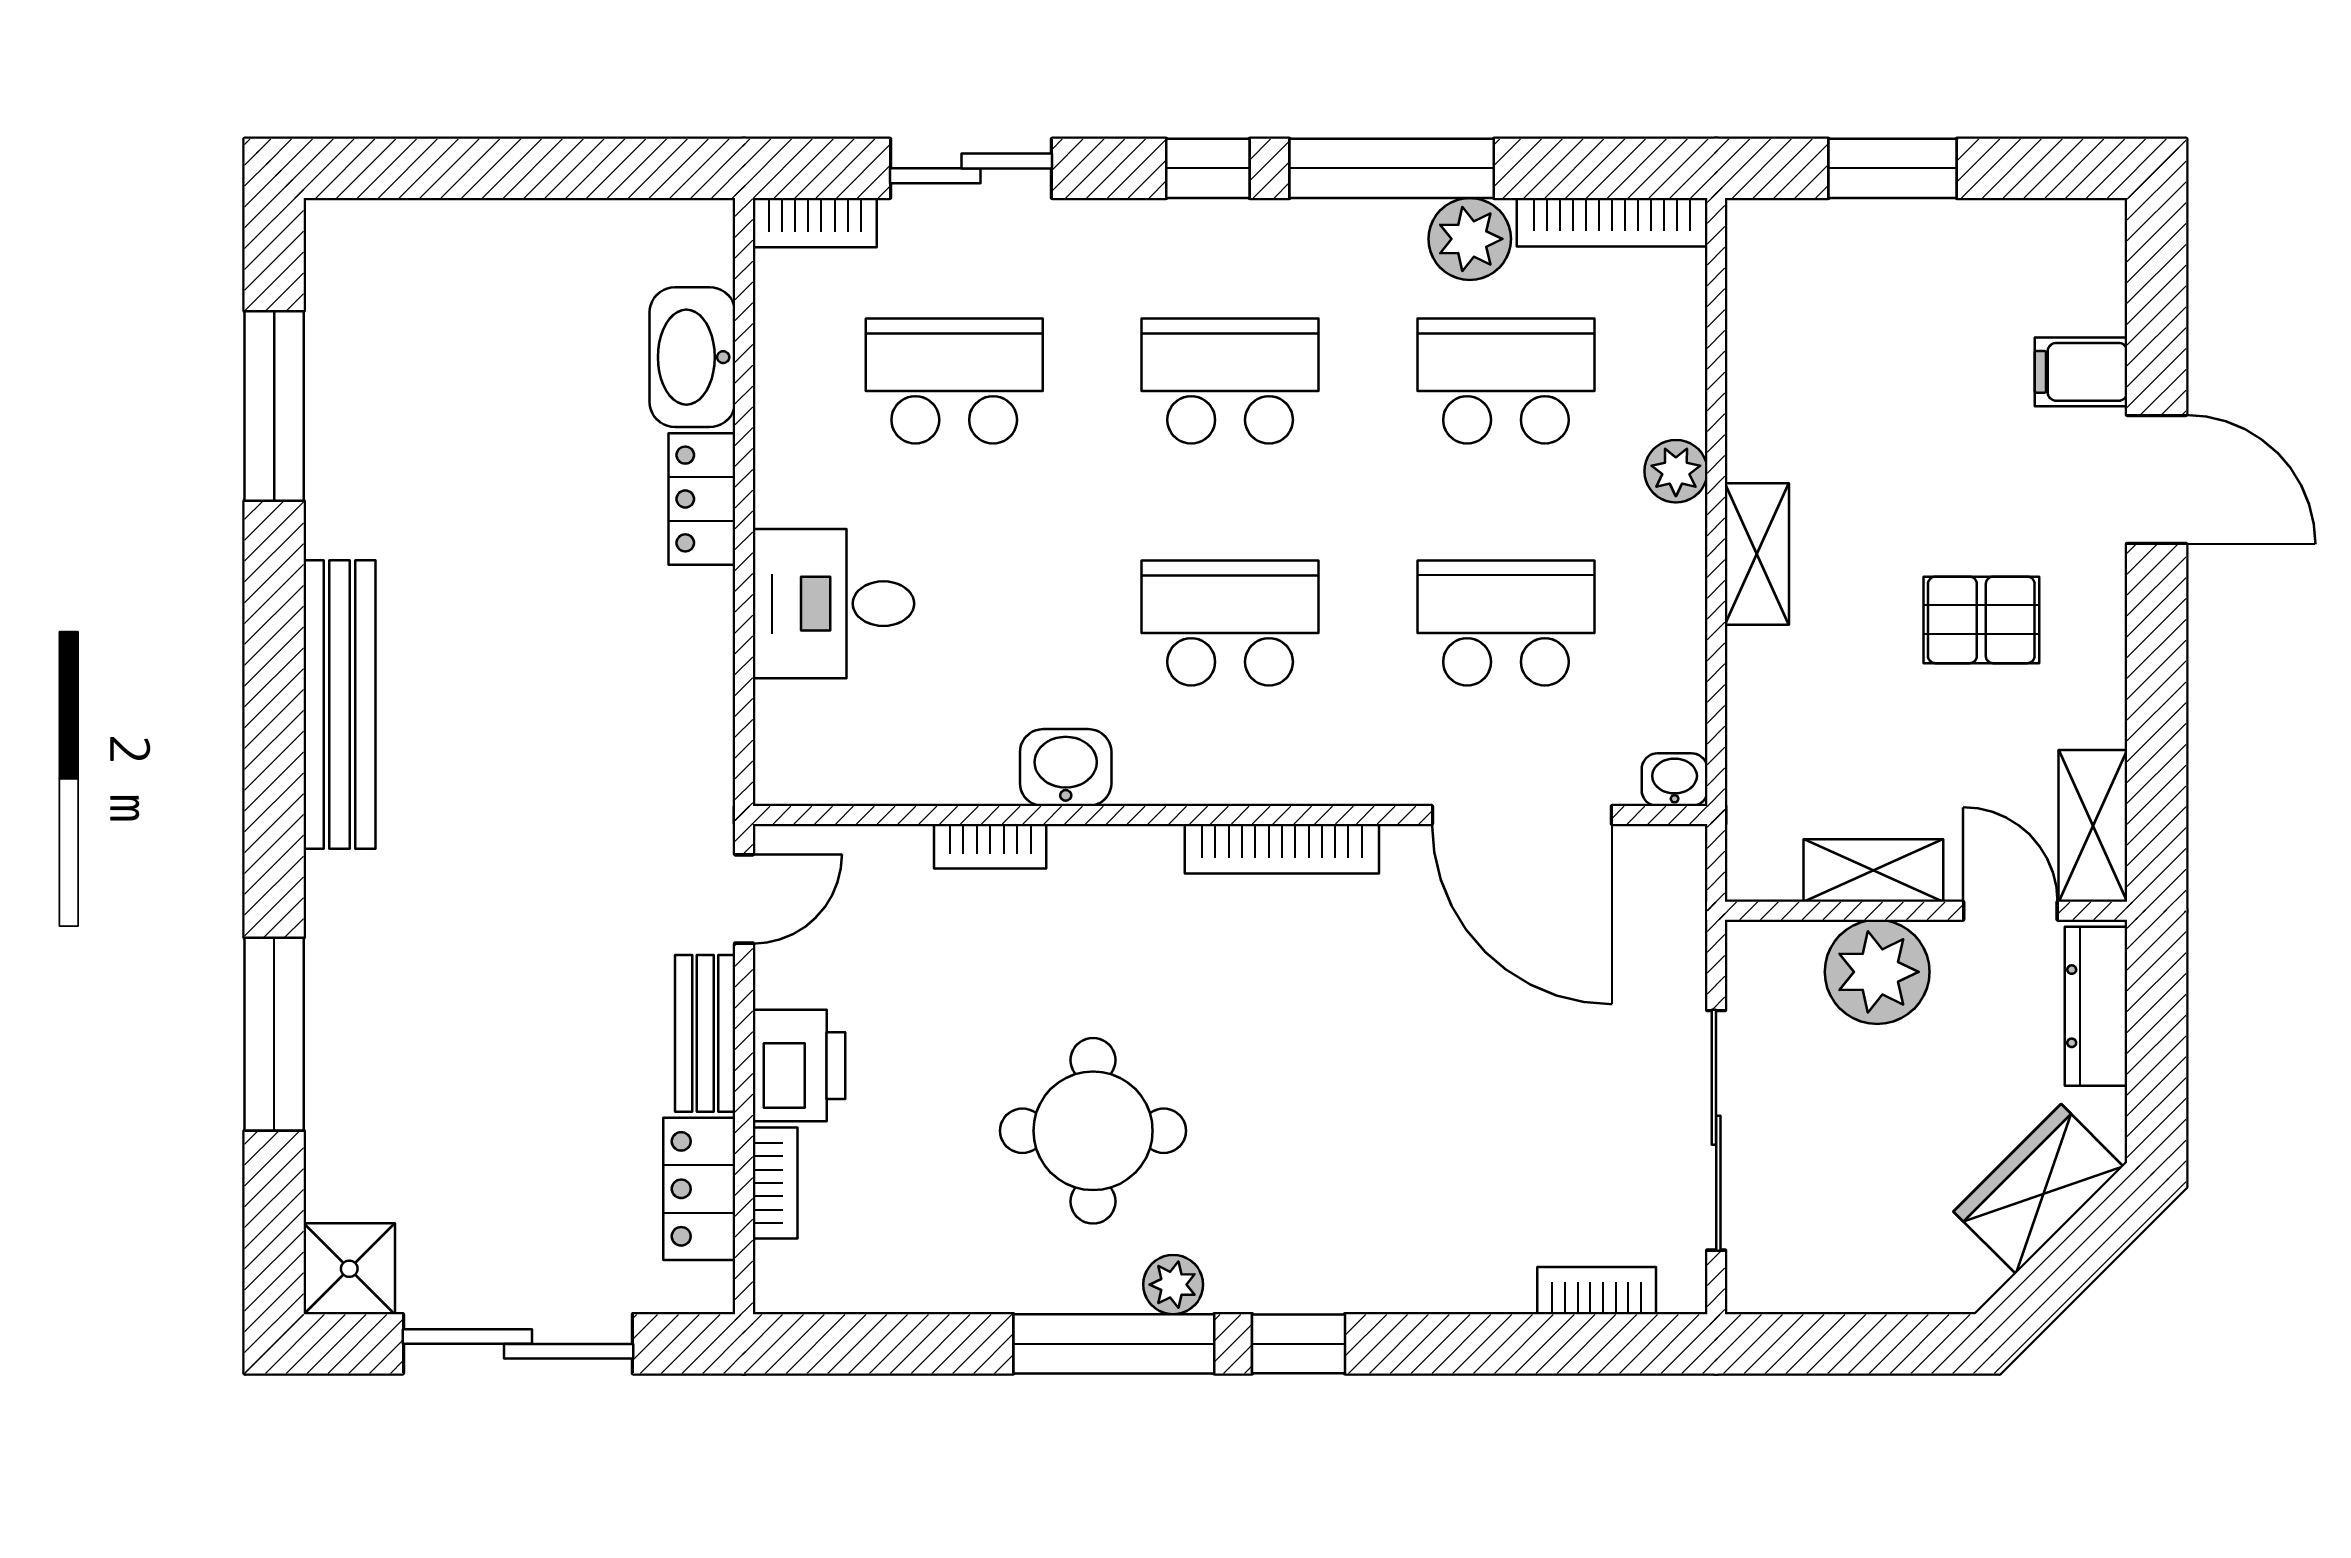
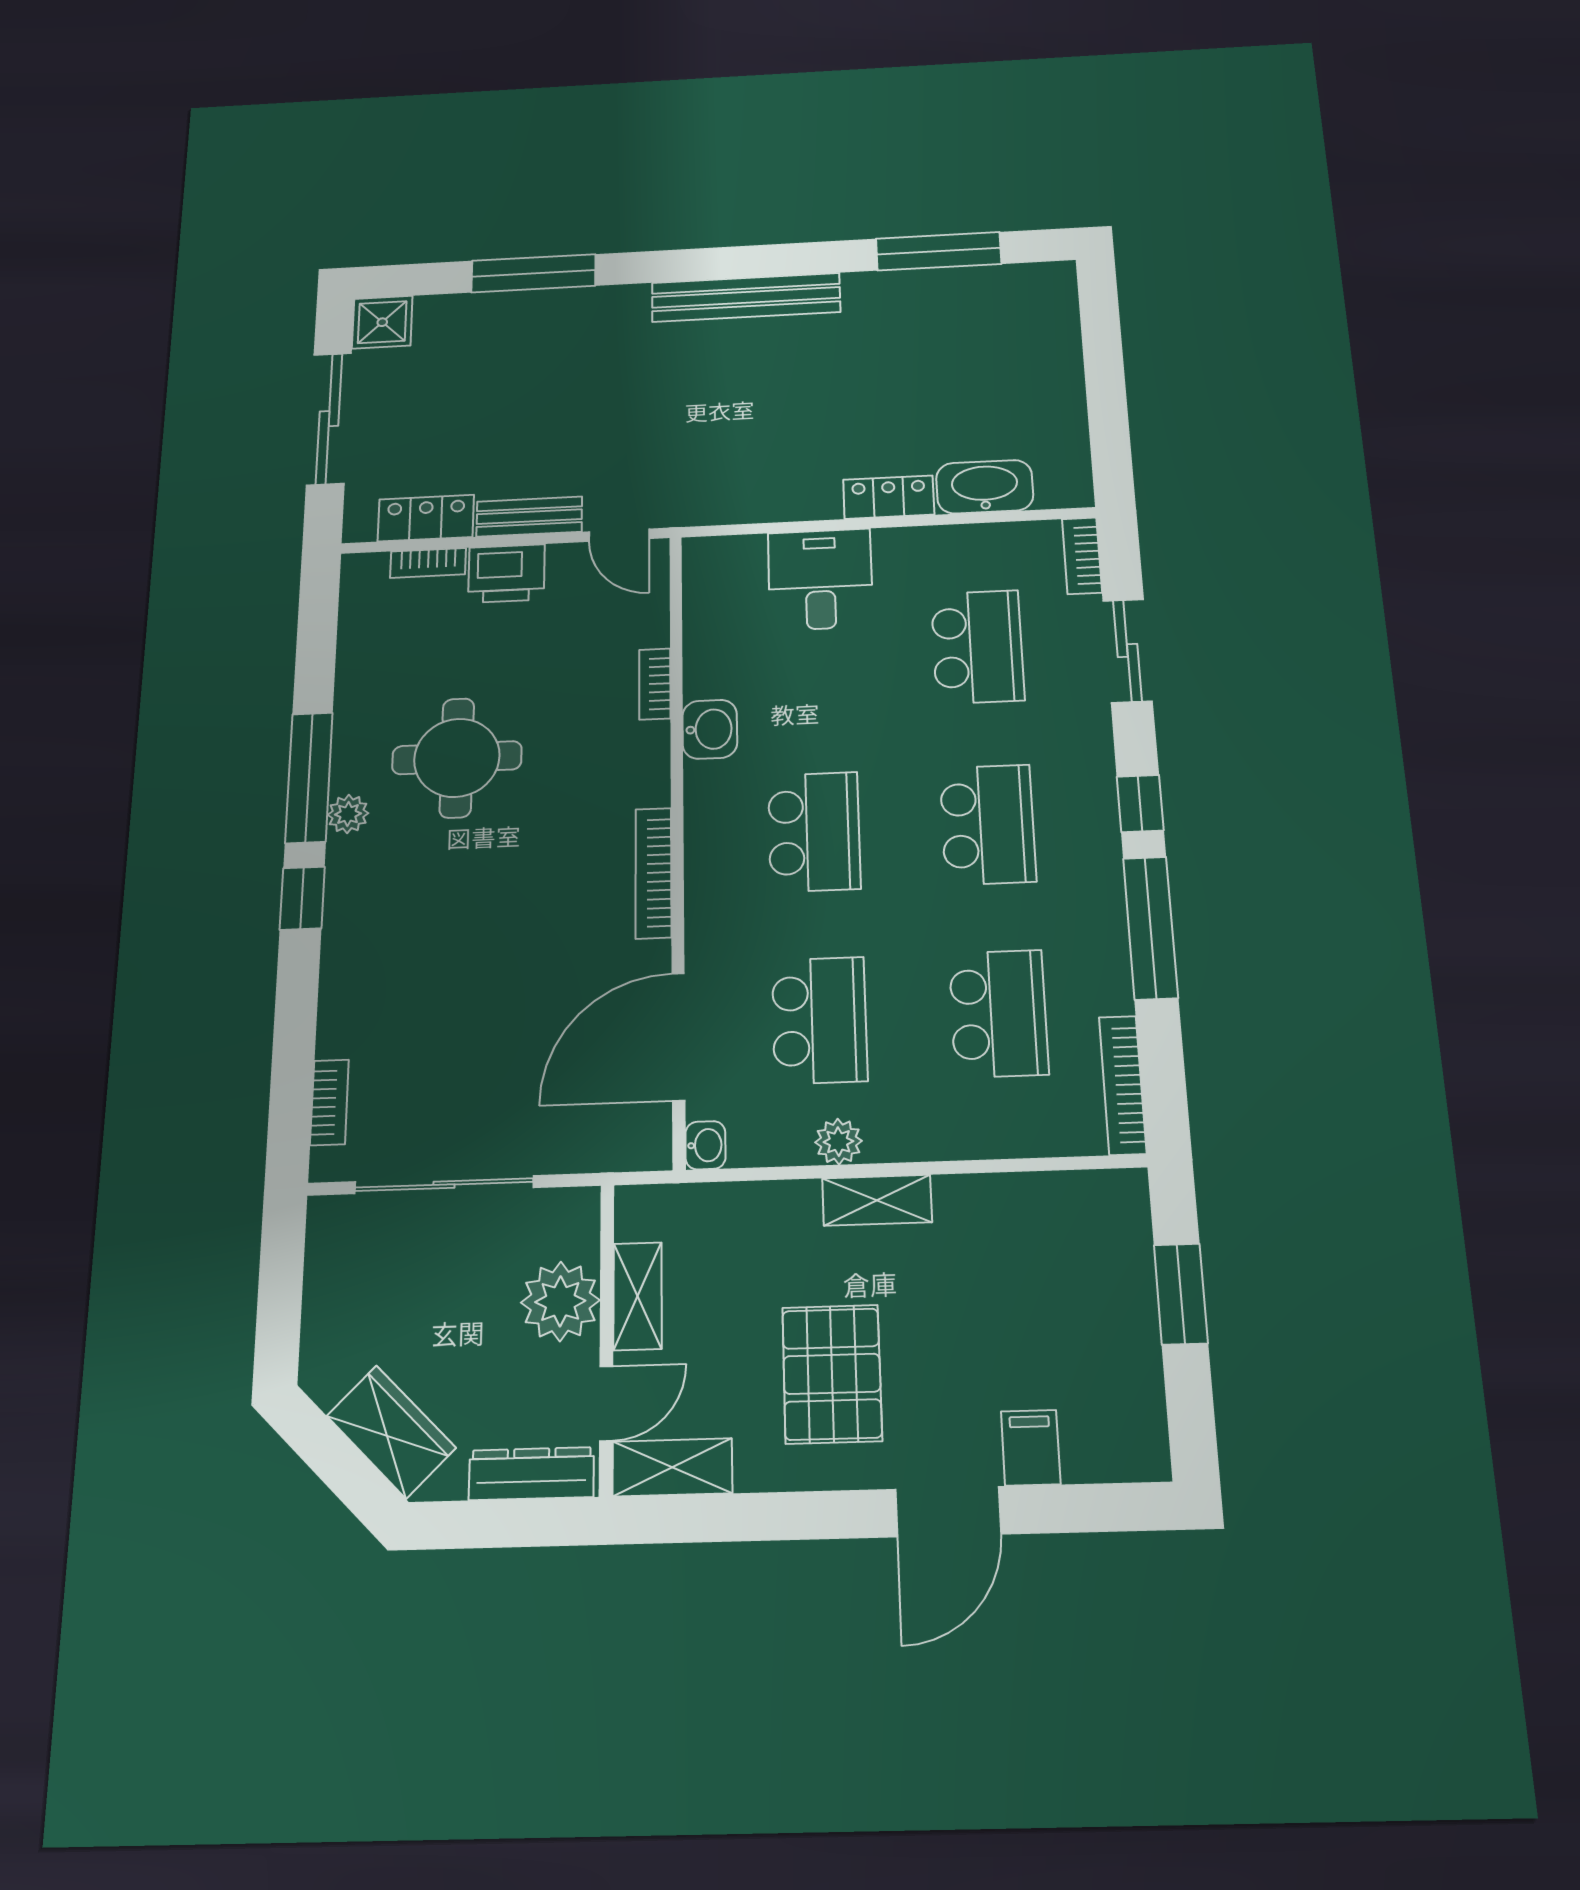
plant: (1470, 239) -> (1102, 984), removed
plant: (1676, 471) -> (838, 1142), moved
pallet: (1981, 620) -> (832, 1374), width x1.50, depth x1.42

